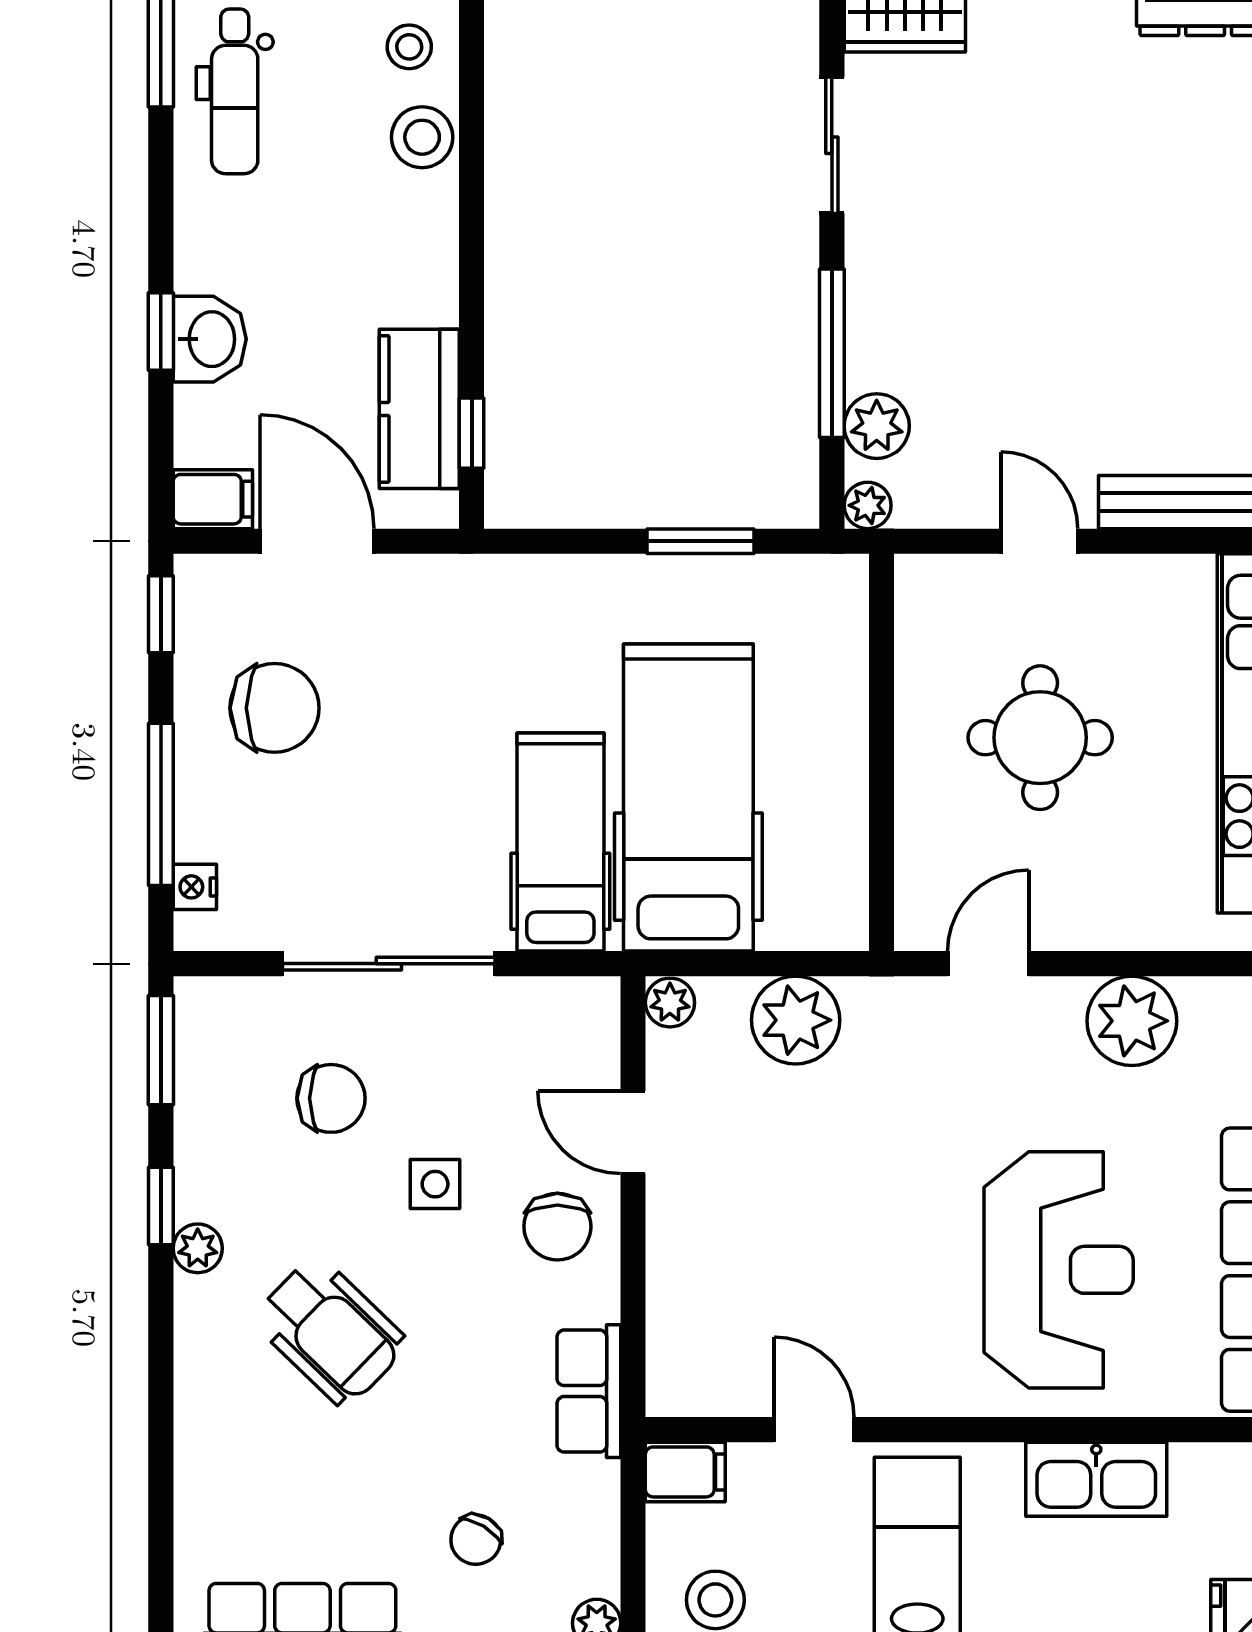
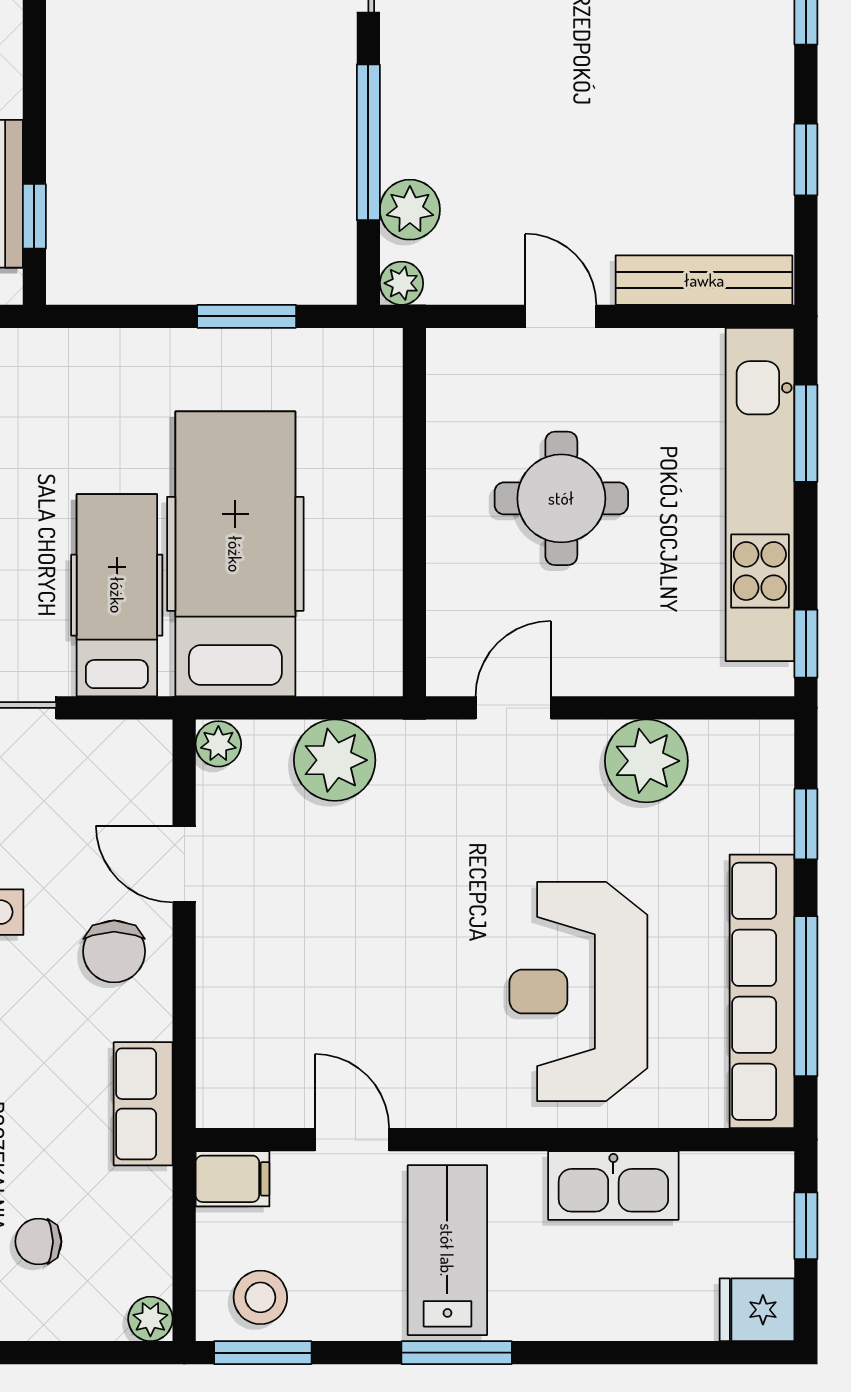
reception desk: (1059, 1270) -> (578, 992), turned 180
chair: (476, 1540) -> (38, 1242), turned 59

